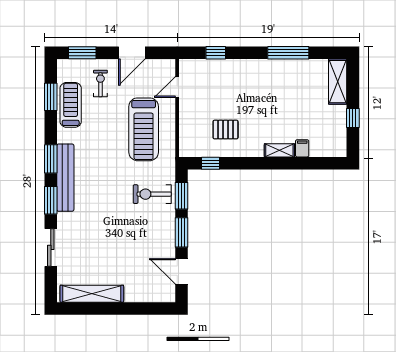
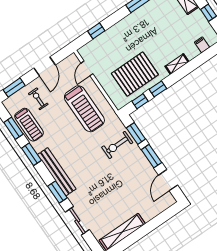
treadmill: (71, 105) -> (29, 125), turned 180
pallet: (226, 130) -> (135, 74), width x2.05, depth x2.00
filing cabinet: (302, 148) -> (202, 45), moved
window: (51, 159) -> (31, 154), moved
window: (240, 163) -> (158, 89), added
door: (181, 271) -> (168, 180), hinge flipped

